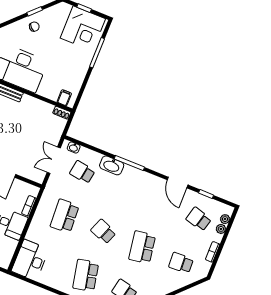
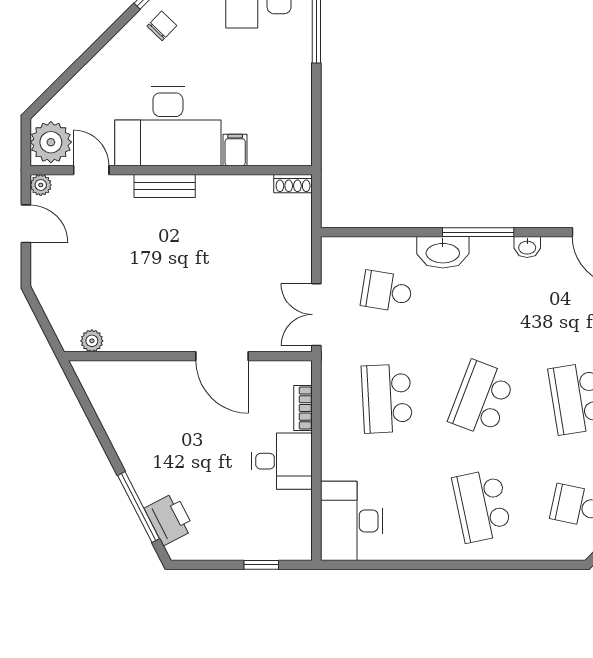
filing cabinet: (64, 98) -> (235, 150), moved
washbasin: (74, 148) -> (527, 247), moved
double door: (54, 160) -> (316, 315), moved
school desk: (103, 232) -> (482, 399), width x1.85

